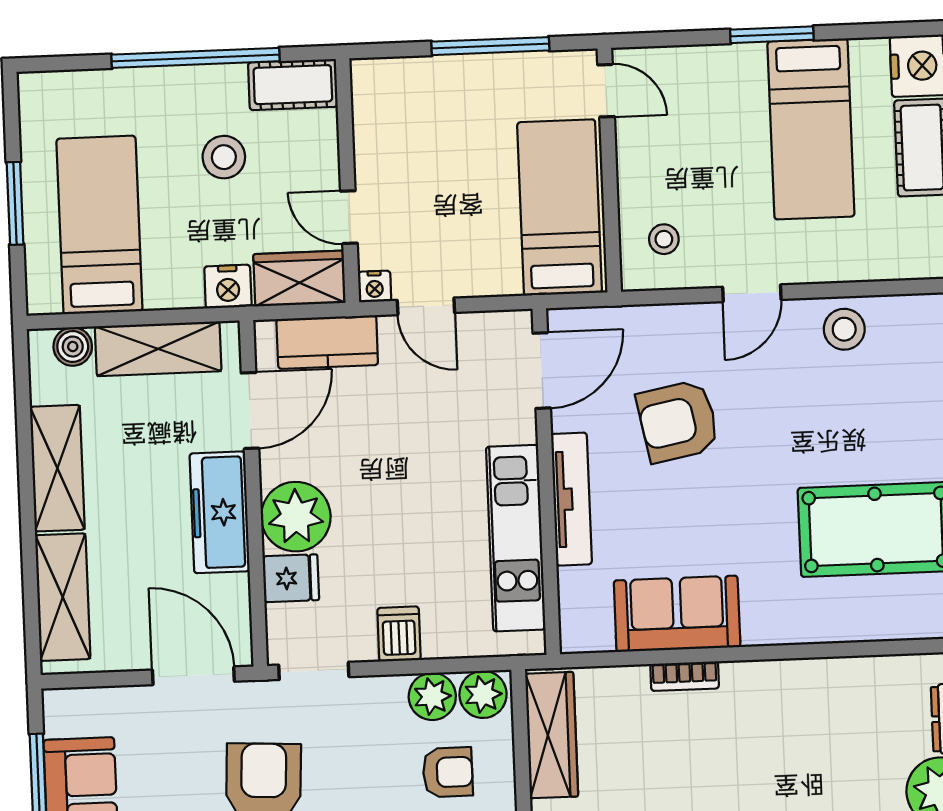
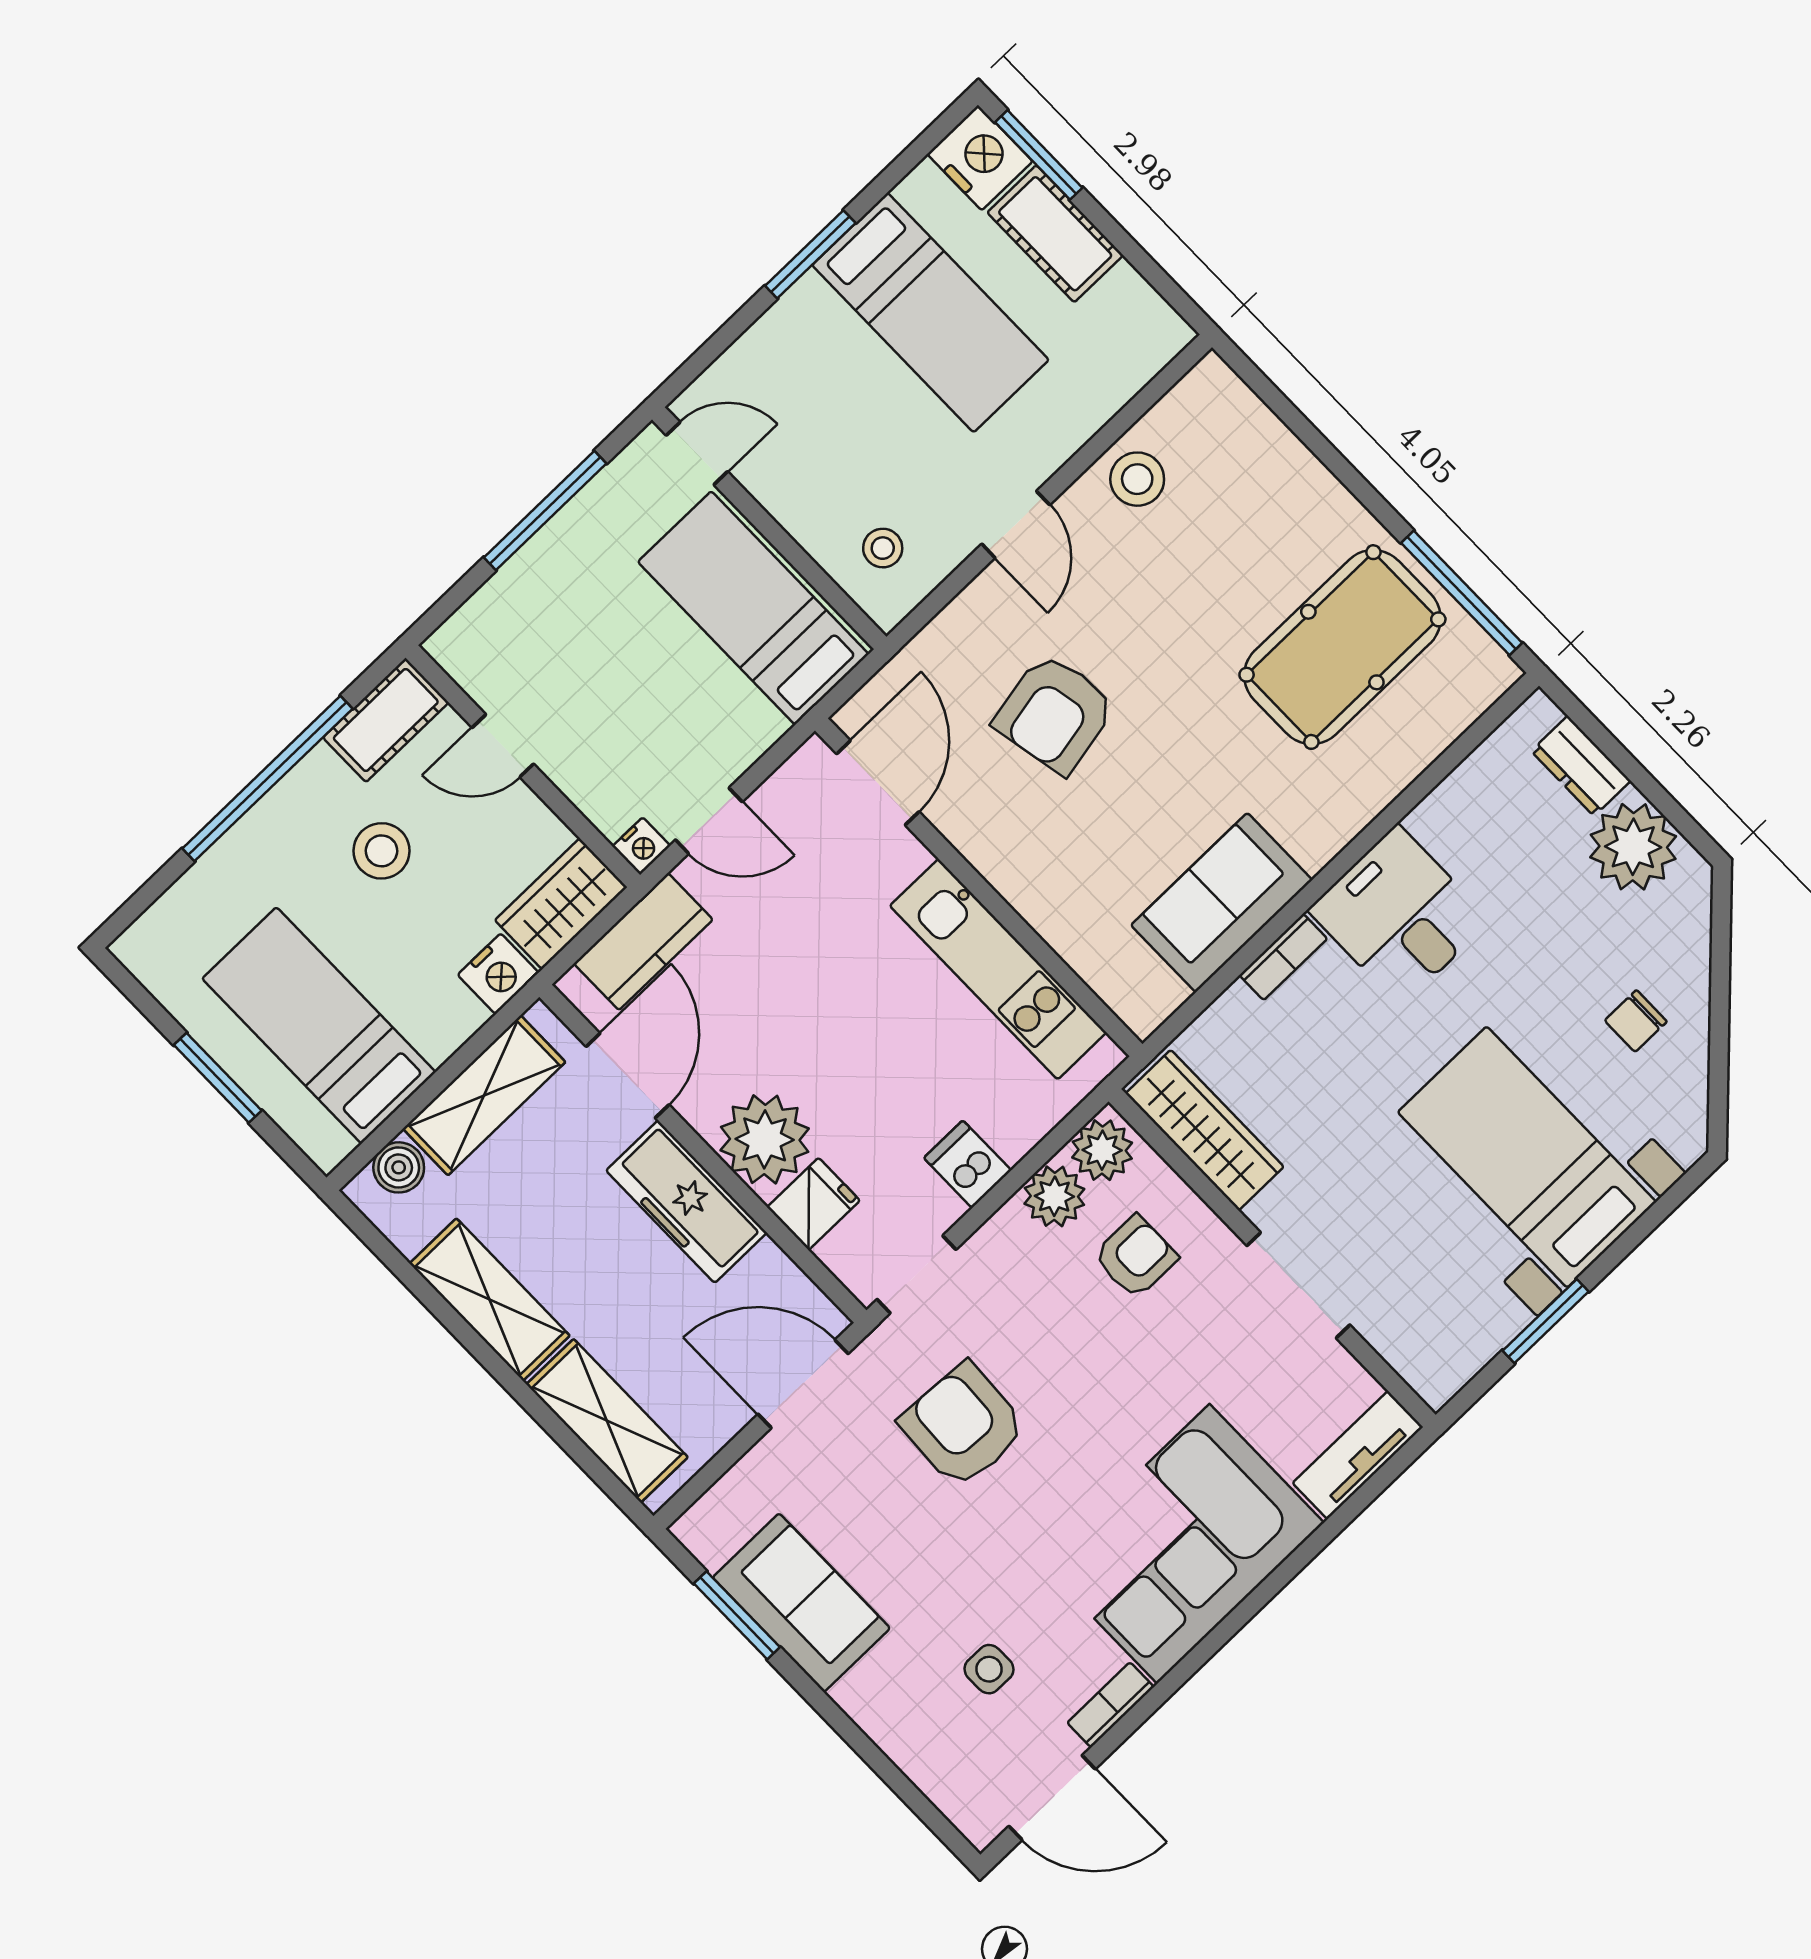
door: (349, 217) -> (503, 746), moved
tv unit: (571, 499) -> (1019, 882), removed
desk: (772, 711) -> (1399, 915), added

